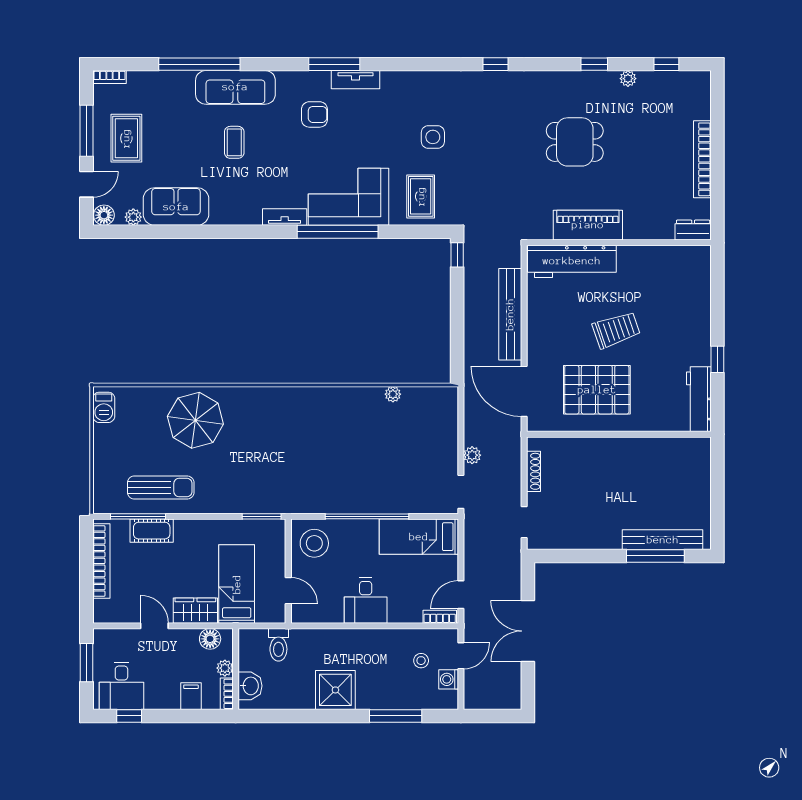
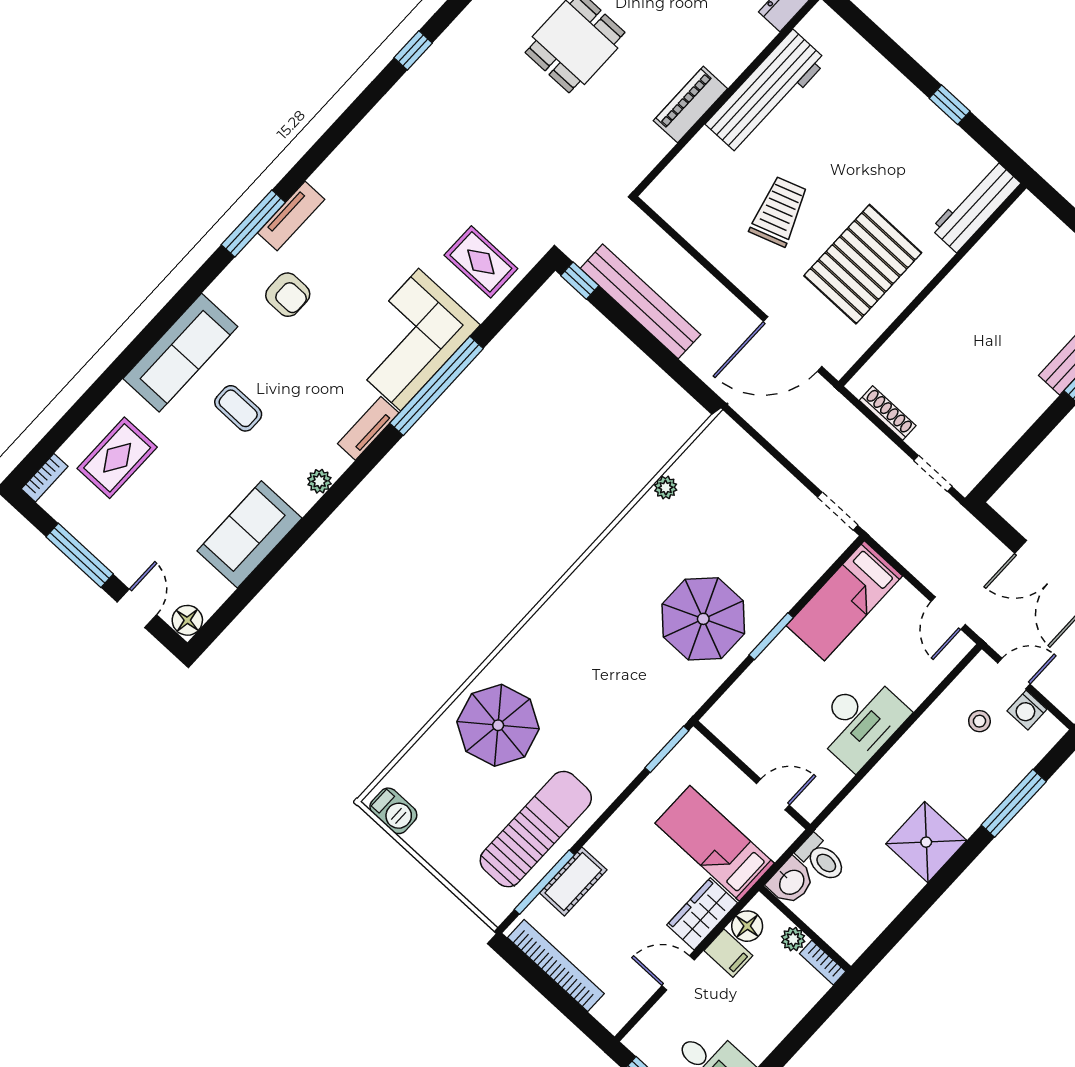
window: (199, 64) -> (120, 368), removed
armchair: (314, 114) -> (288, 295), turned 90
side table: (433, 137) -> (429, 190), removed
rug: (126, 138) -> (117, 458), moved, turned 90
plant: (133, 217) -> (319, 481), moved
piano: (588, 225) -> (690, 105), width x0.73, depth x0.75
workbench: (572, 261) -> (766, 92), moved
bench: (510, 314) -> (640, 301), moved
trolley: (616, 330) -> (779, 211), moved
workbench: (699, 399) -> (976, 206), moved, turned 90
plant: (472, 455) -> (810, 463), removed
parasol: (344, 474) -> (703, 619), added
sun lounger: (161, 487) -> (536, 829), width x1.36, depth x1.34
window: (367, 516) -> (771, 636), width x0.47
stool: (314, 543) -> (748, 720), removed
desk: (366, 600) -> (860, 721), width x1.37
bookcase: (440, 617) -> (951, 658), removed
door: (461, 656) -> (1014, 674), hinge flipped
washbasin: (250, 686) -> (791, 882), moved, turned 90
filing cabinet: (191, 696) -> (728, 953), moved, turned 180

